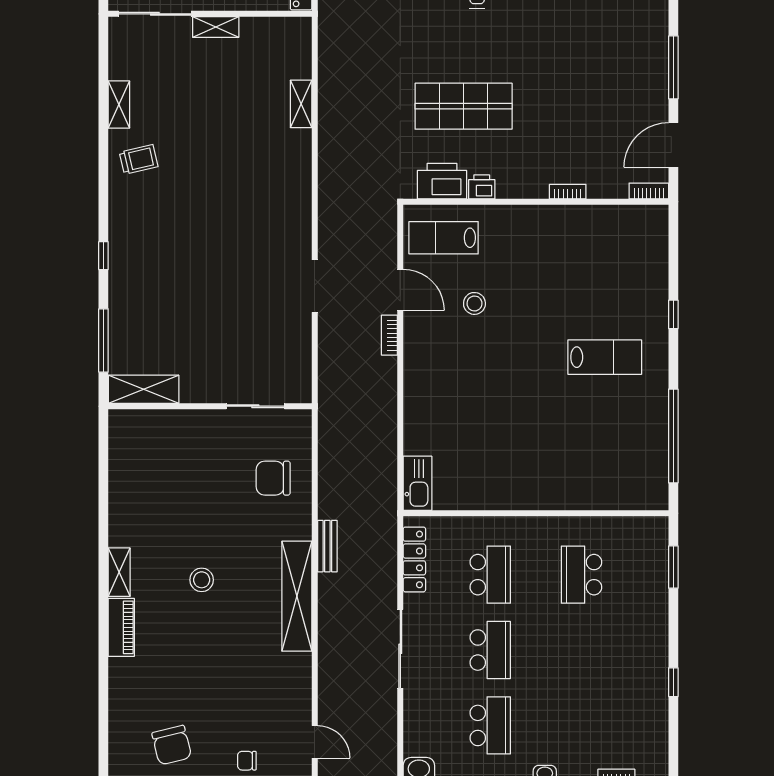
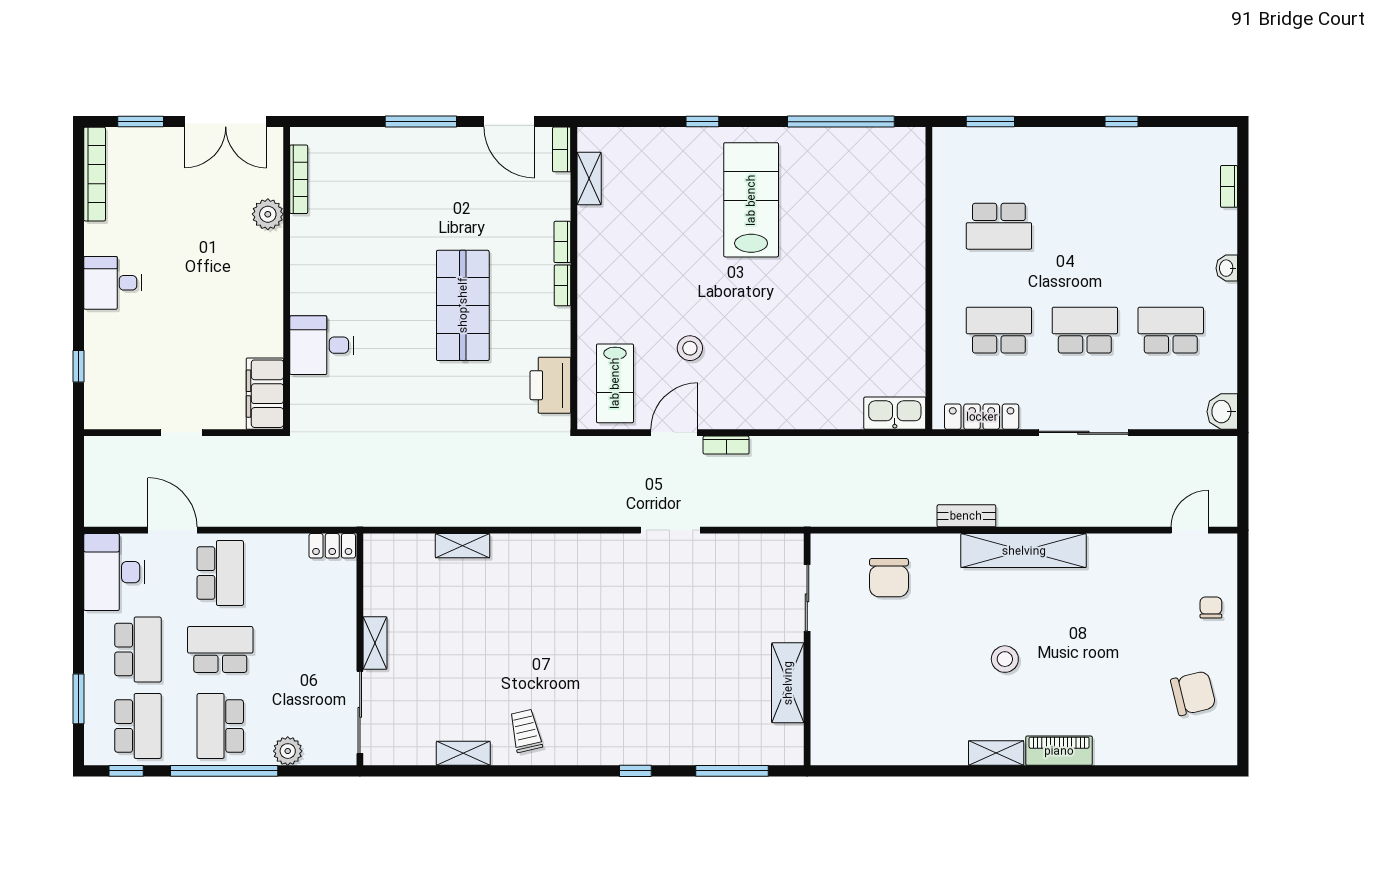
shop shelf: (464, 106) -> (463, 305), moved
printer: (482, 187) -> (557, 340), removed
bookcase: (530, 192) -> (562, 285), added
shelving: (623, 215) -> (589, 179), added
lab bench: (605, 357) -> (751, 200), width x1.36, depth x1.39
shelving: (144, 389) -> (788, 683), moved
chair: (247, 761) -> (1211, 608), turned 180

